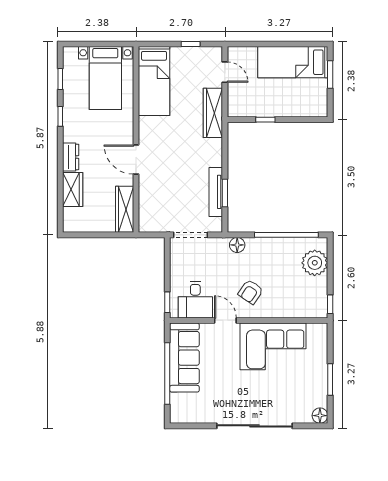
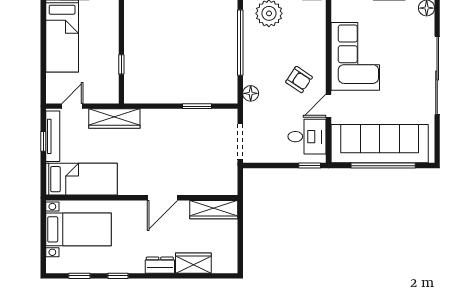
tv unit: (216, 192) -> (53, 136), moved, turned -90
sofa: (184, 358) -> (380, 144), width x1.36, depth x1.27

